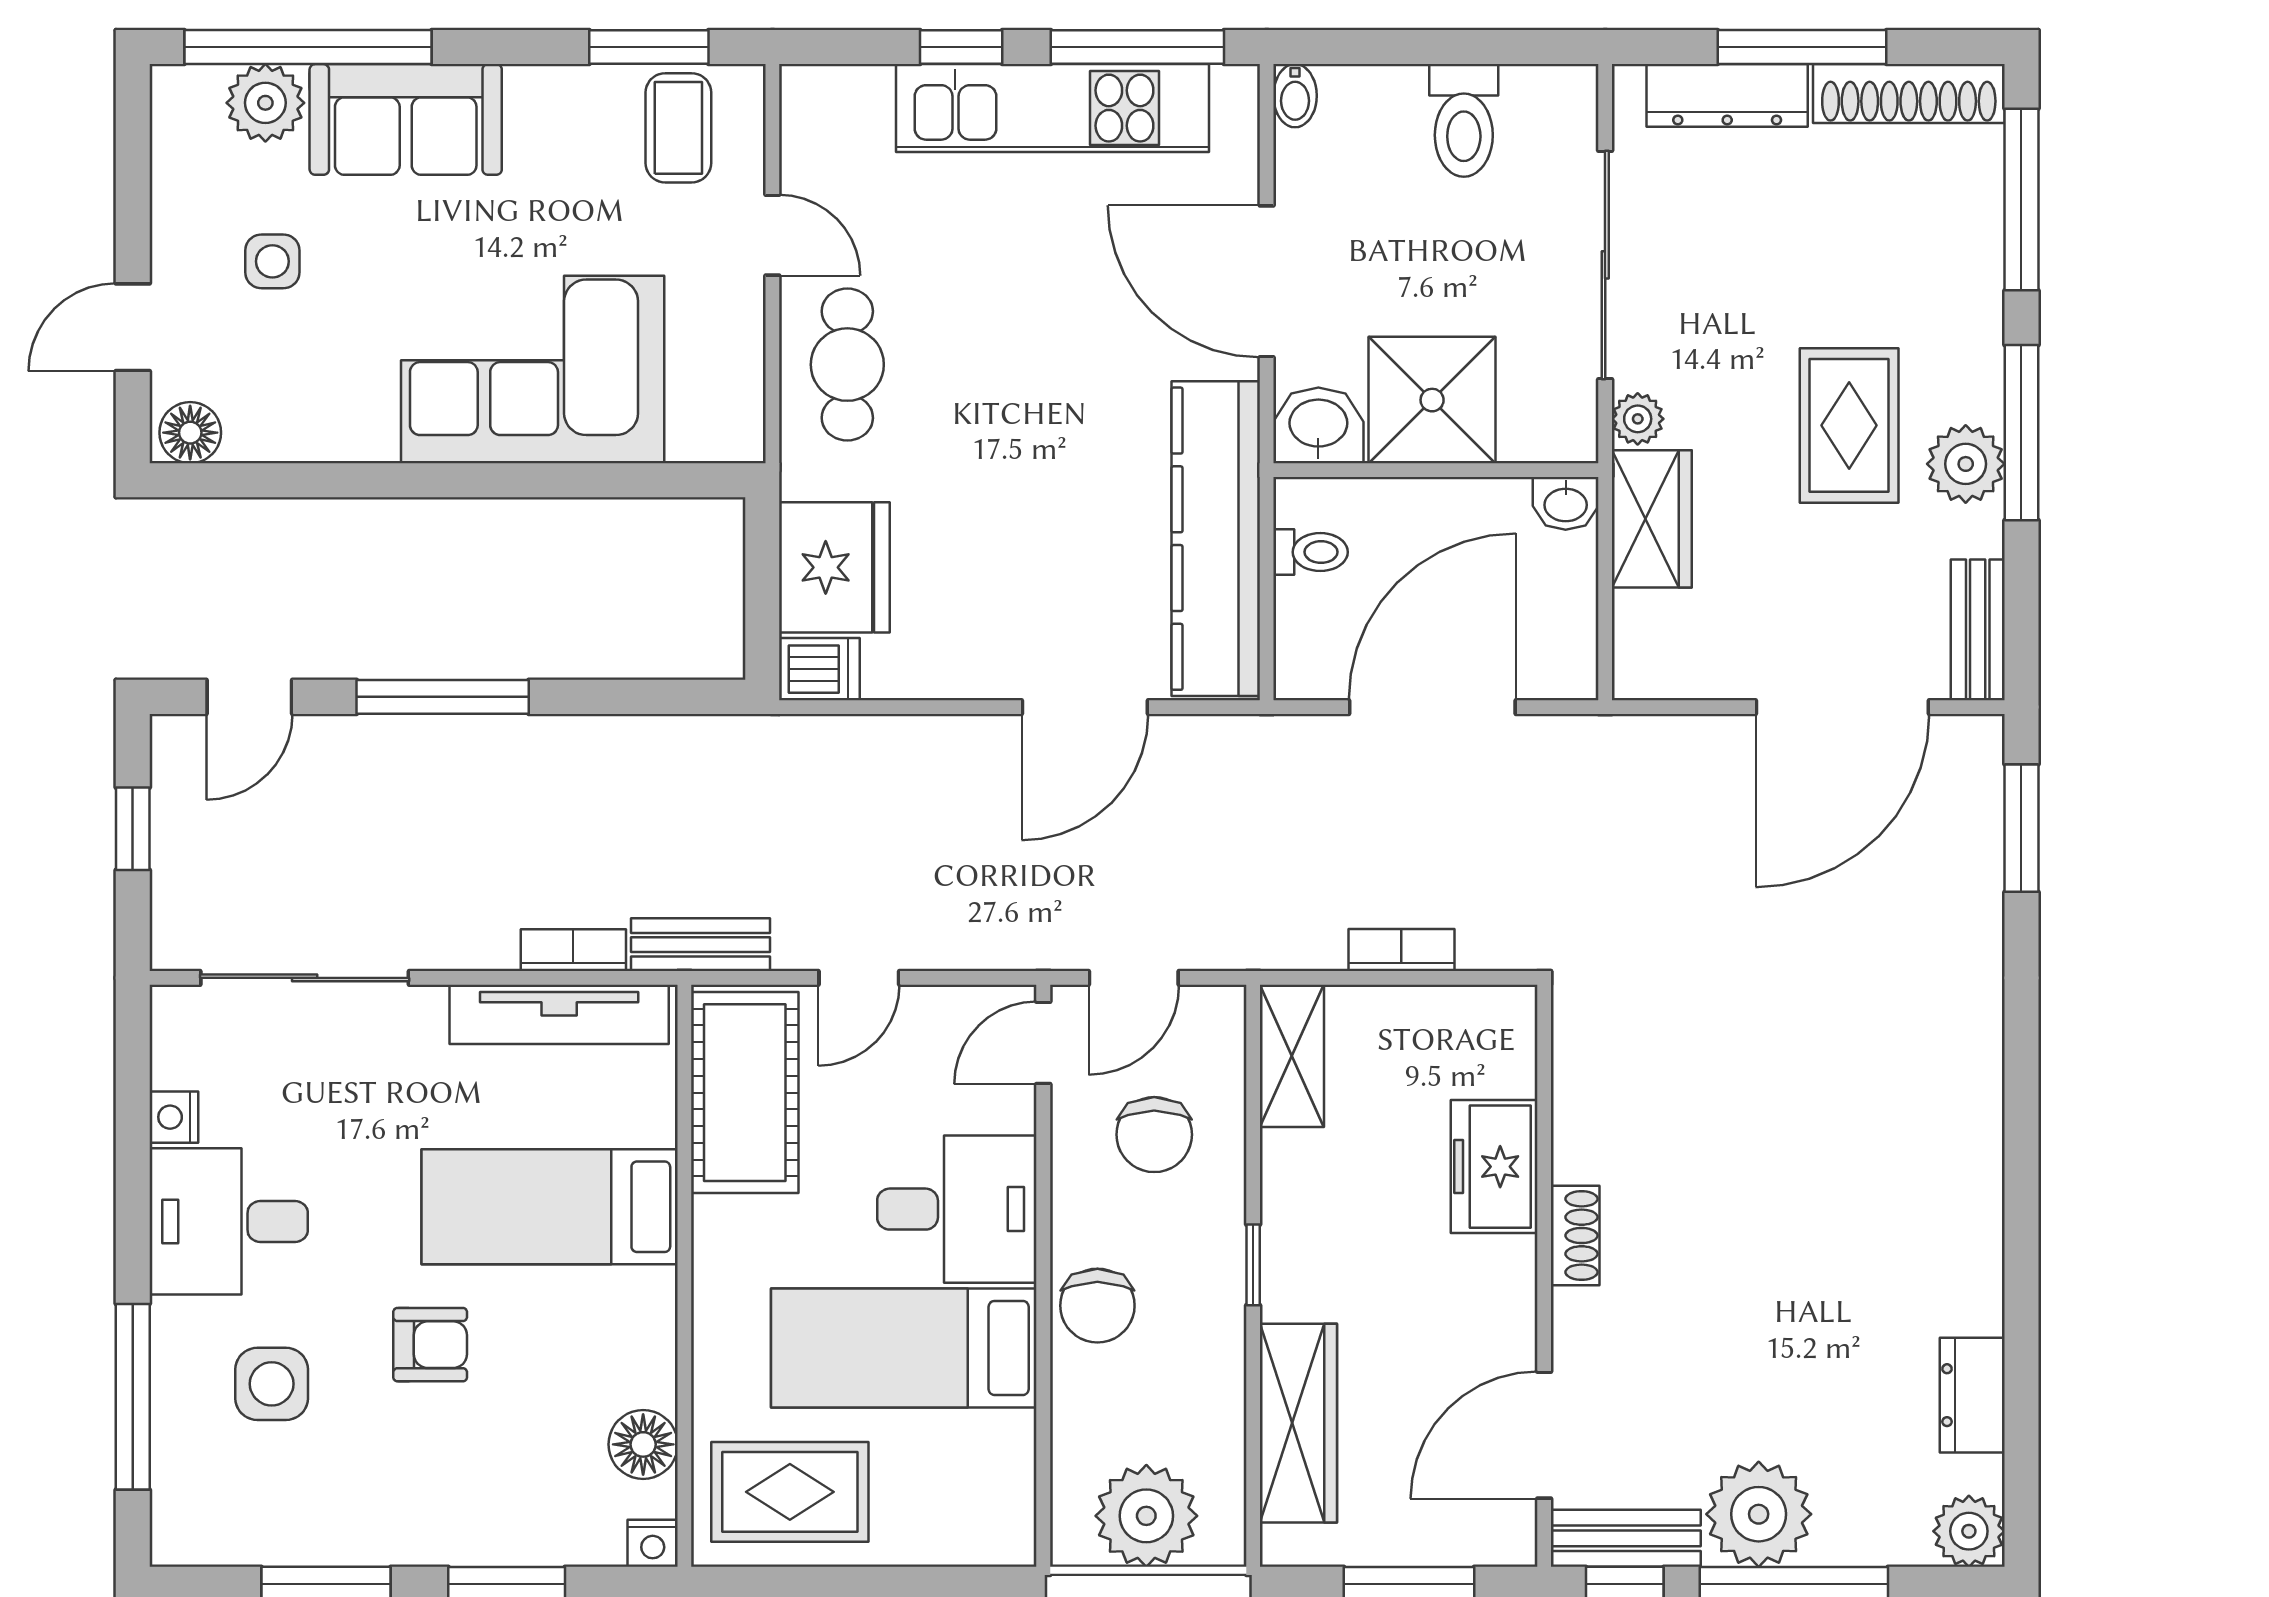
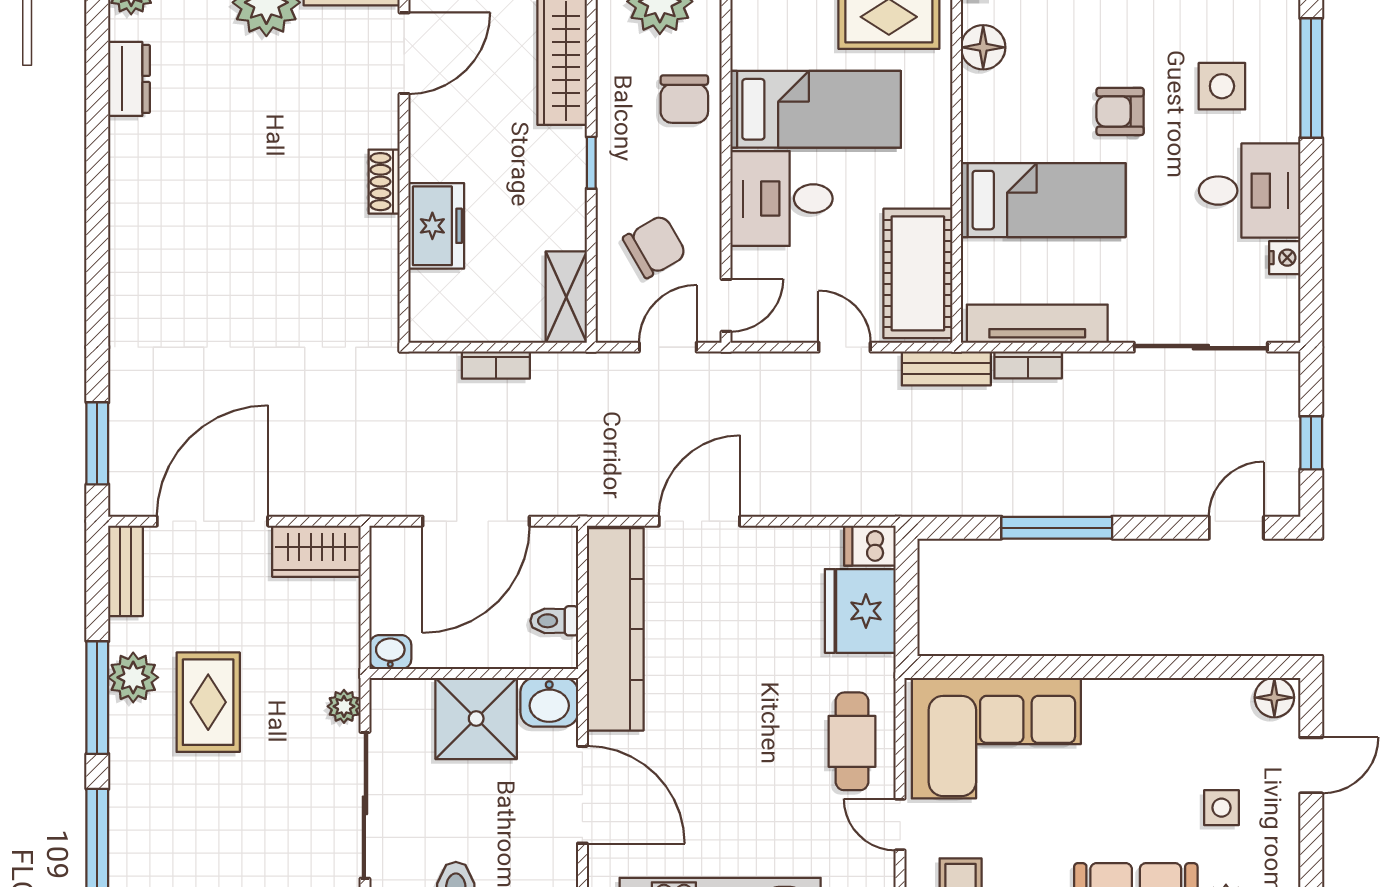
corner sofa: (533, 369) -> (996, 738), moved
wardrobe: (1652, 519) -> (316, 551), moved, turned -90
window: (443, 697) -> (1057, 528), moved
door: (859, 978) -> (845, 347), hinge flipped
chair: (1154, 1135) -> (655, 246), turned 60
chair: (1097, 1306) -> (684, 99), moved, turned 180

